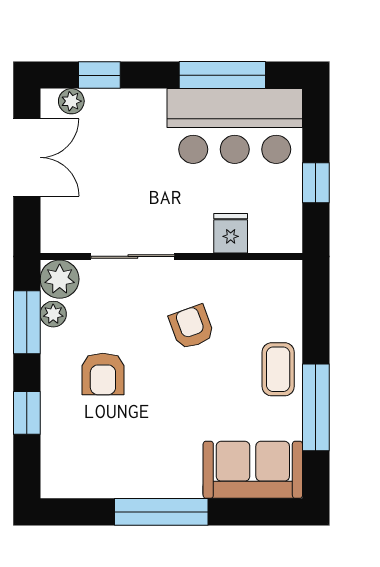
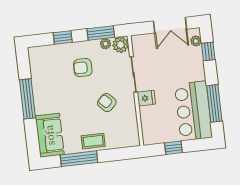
fridge: (231, 233) -> (146, 98), moved
armchair: (192, 327) -> (107, 103), turned -114

